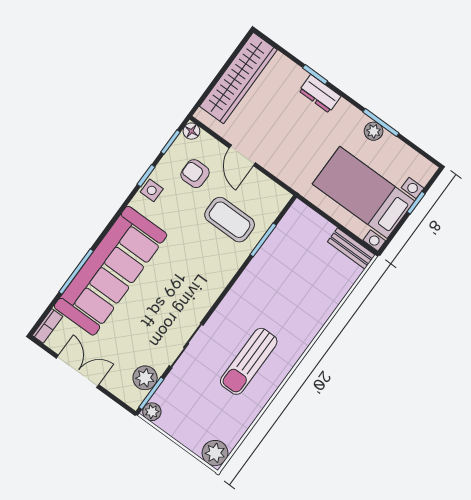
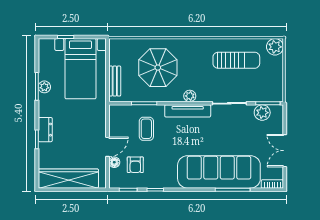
floor lamp: (191, 131) -> (114, 162), moved
side table: (152, 190) -> (161, 181), removed
coffee table: (230, 220) -> (146, 129), width x0.73, depth x0.77
bench: (351, 248) -> (115, 81), moved
tv unit: (214, 287) -> (188, 111), added
parasol: (295, 289) -> (158, 68), added
sun lounger: (249, 361) -> (236, 60), moved
plant: (152, 412) -> (190, 96), moved

